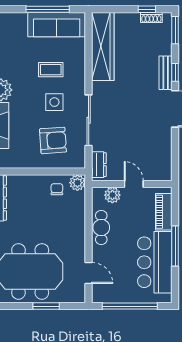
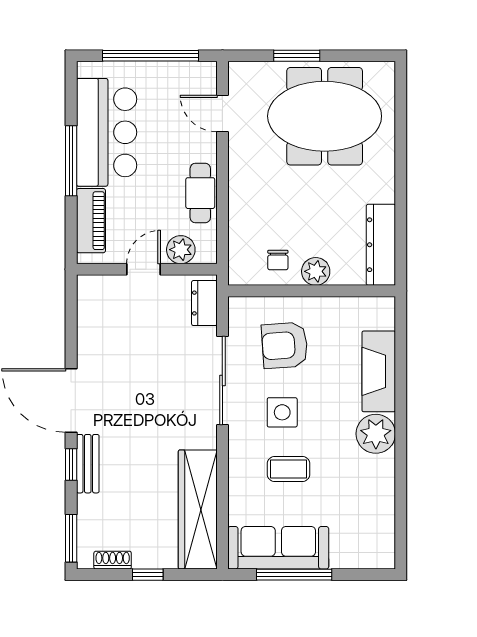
window: (147, 9) -> (148, 575), moved
plant: (77, 183) -> (316, 271), moved
door: (134, 184) -> (143, 269), swing flipped

